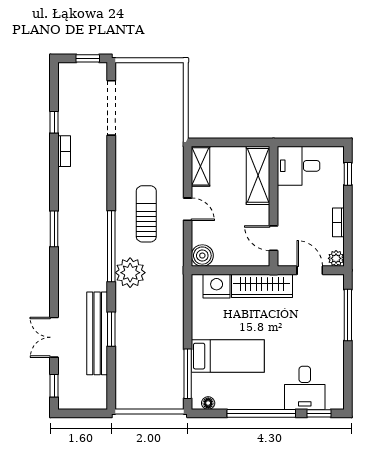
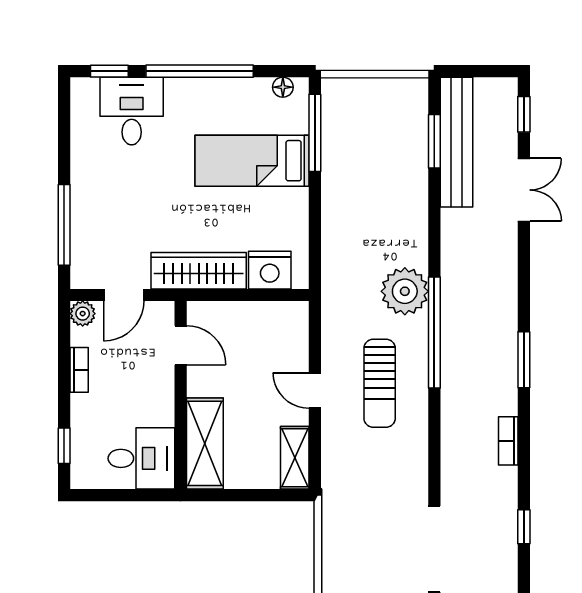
bookcase: (64, 151) -> (508, 441), moved
boiler: (202, 256) -> (292, 318), removed
door: (310, 270) -> (124, 295), hinge flipped
window: (111, 329) -> (434, 141), moved
bench: (97, 333) -> (457, 142), moved

